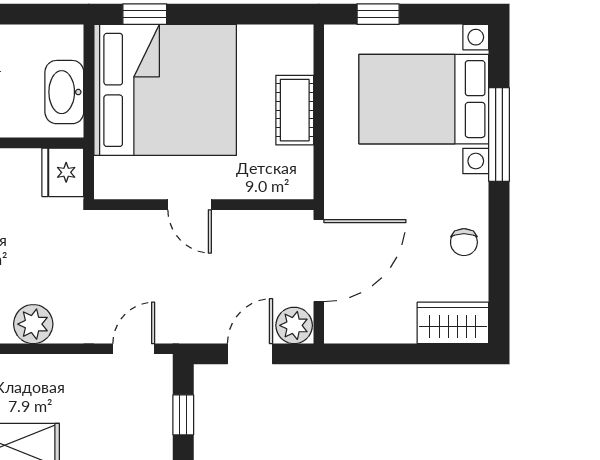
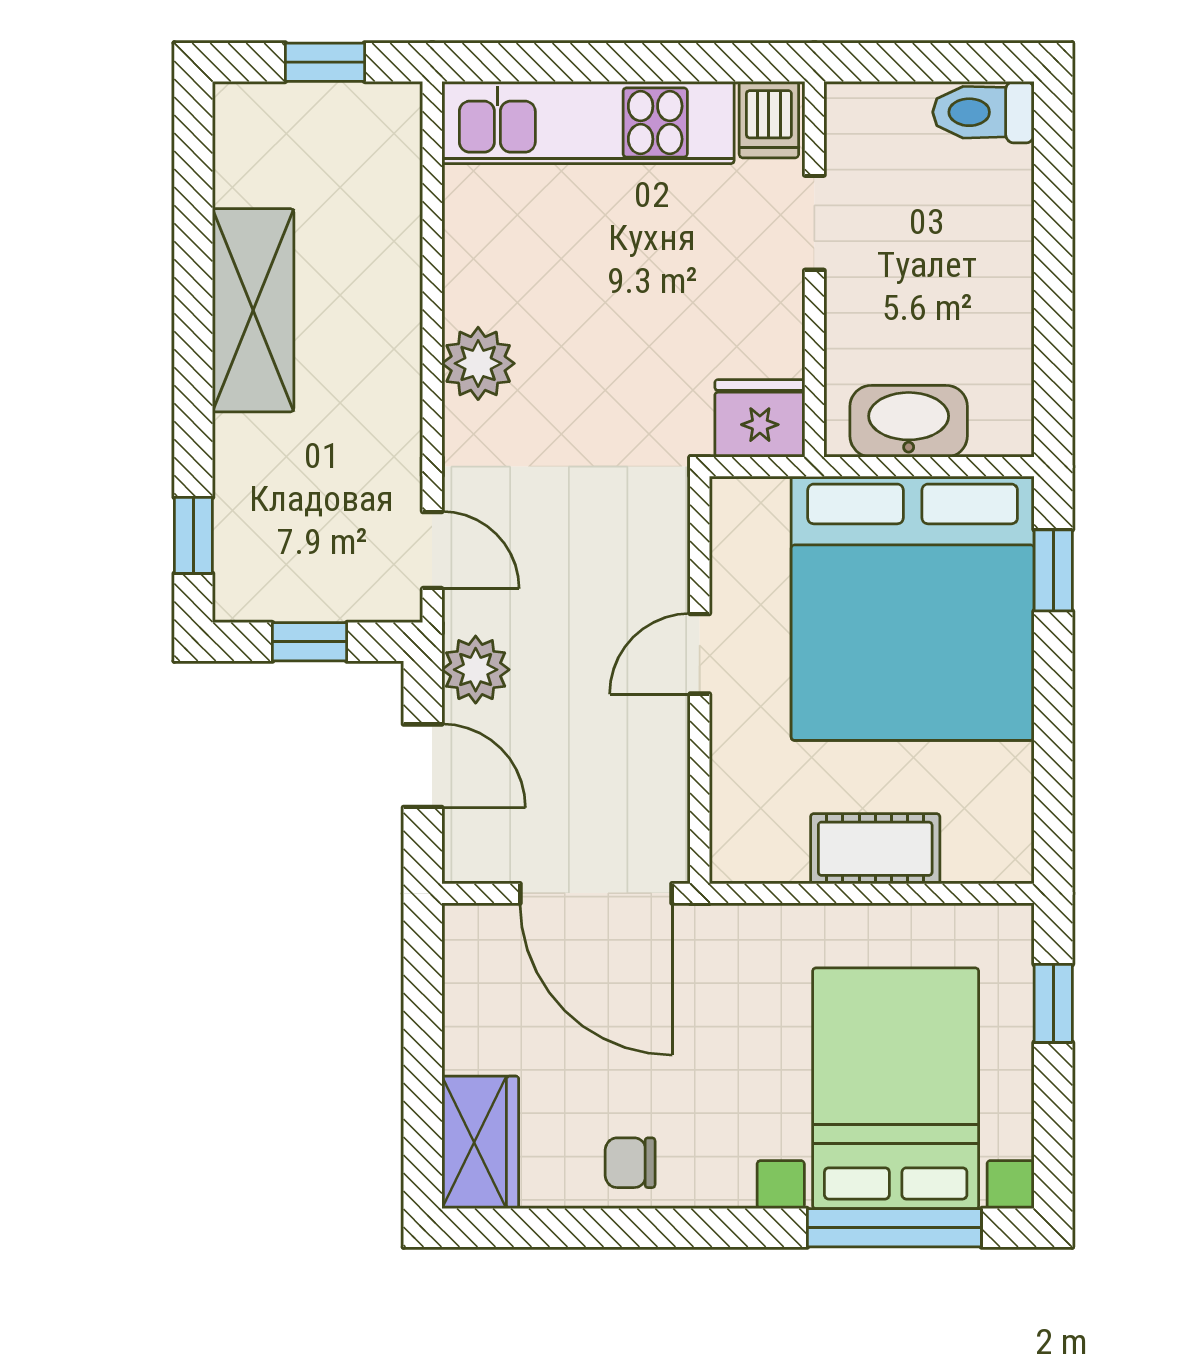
window: (499, 134) -> (894, 1228), moved
plant: (294, 325) -> (476, 670), moved

